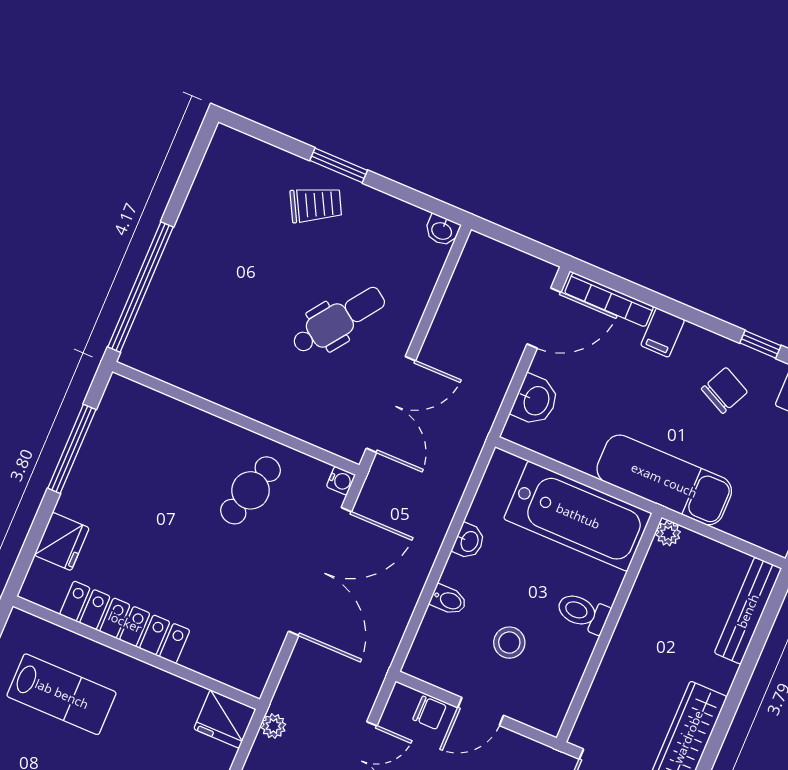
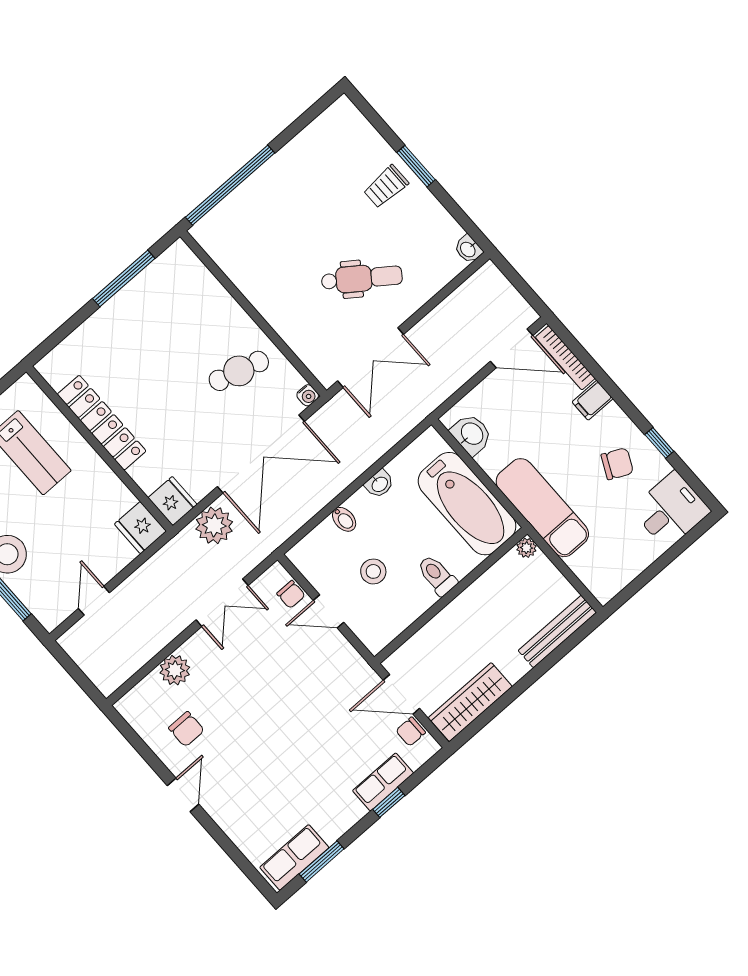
trolley: (316, 205) -> (386, 187), turned 118
washbasin: (535, 400) -> (471, 434), moved, turned -90
fridge: (62, 541) -> (172, 501), moved, turned -90
plant: (273, 726) -> (214, 525), moved, width x1.88, depth x1.88

